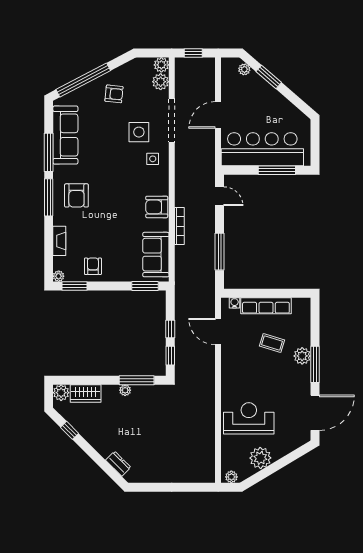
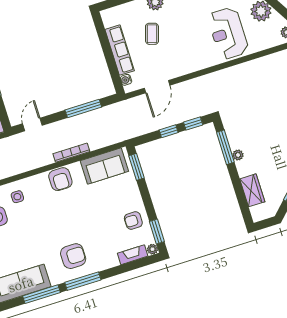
fireplace: (59, 241) -> (133, 255), moved
plant: (61, 393) -> (259, 213), removed

